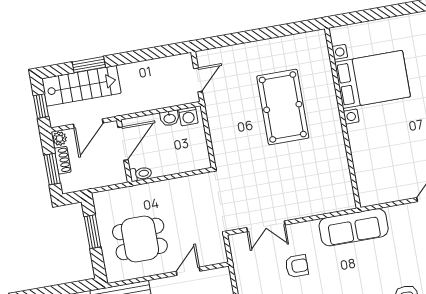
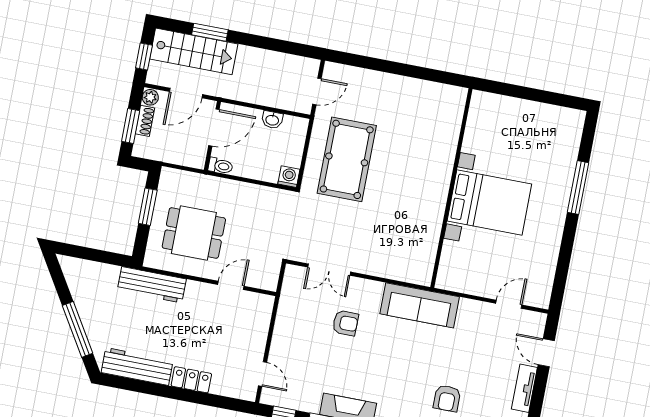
bed with nightstands: (373, 79) -> (489, 202), moved
pool table: (283, 107) -> (347, 159), moved
washing machine: (188, 116) -> (289, 177), moved, turned 180

